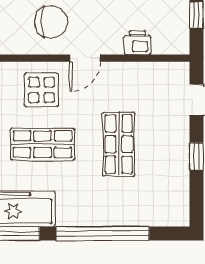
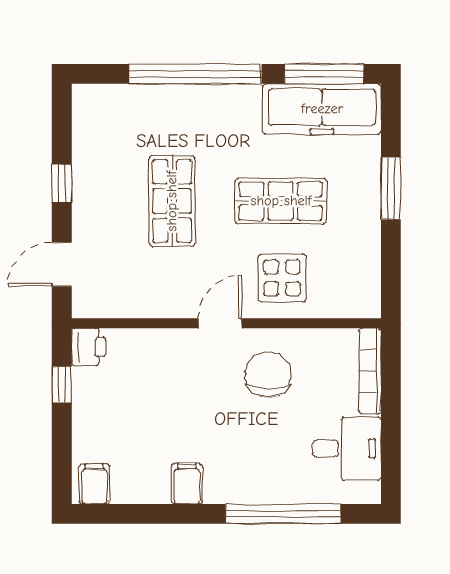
chair: (51, 22) -> (268, 375), turned 90
printer: (138, 43) -> (89, 347), moved, turned -90

